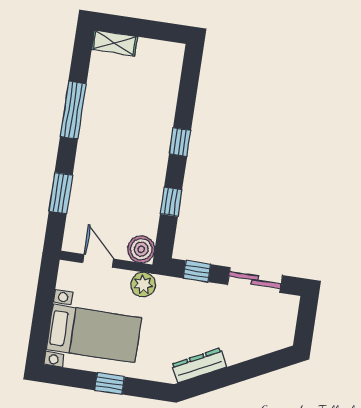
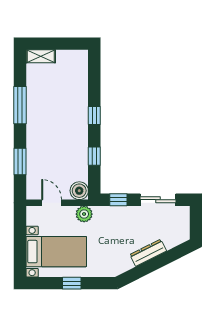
dresser: (199, 366) -> (148, 253), moved

